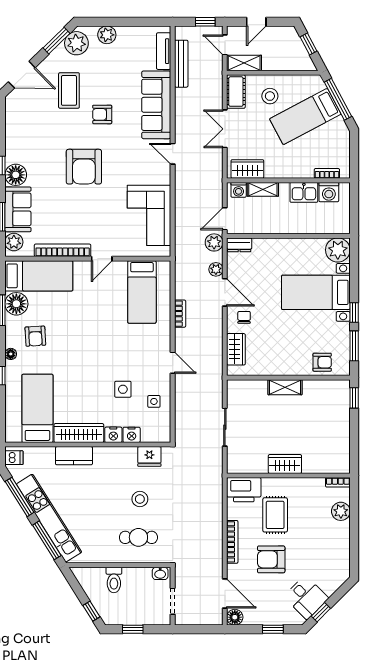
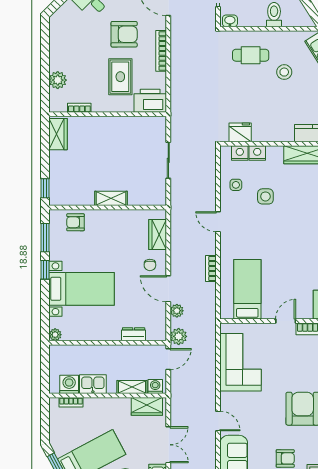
dresser: (239, 245) -> (134, 334), moved
plant: (338, 250) -> (55, 335), width x0.53, depth x0.53
nightstand: (113, 435) -> (240, 153), moved
wardrobe: (285, 464) -> (58, 134), moved, turned -90
bookcase: (338, 482) -> (79, 108), moved
stool: (140, 499) -> (284, 72), moved

